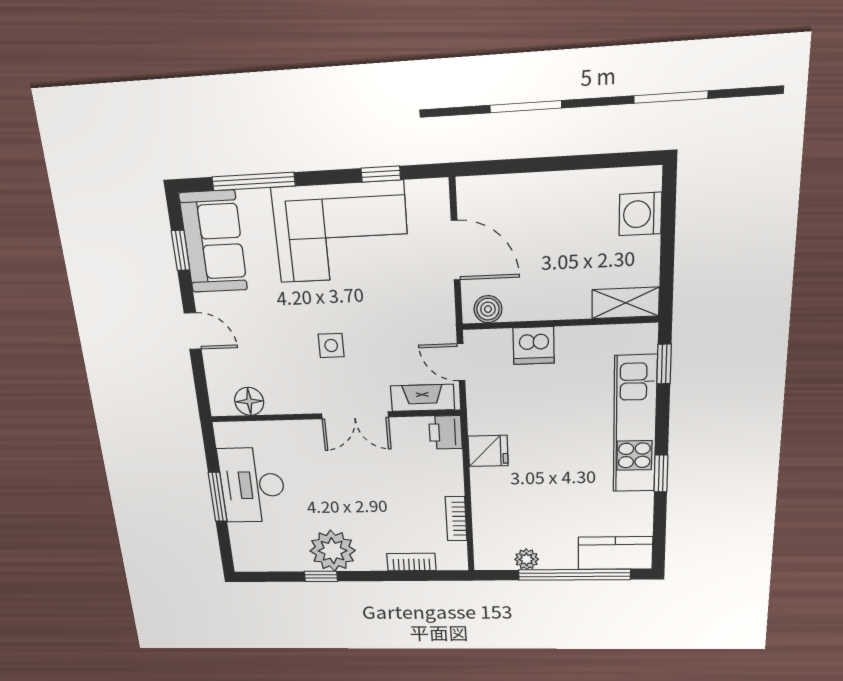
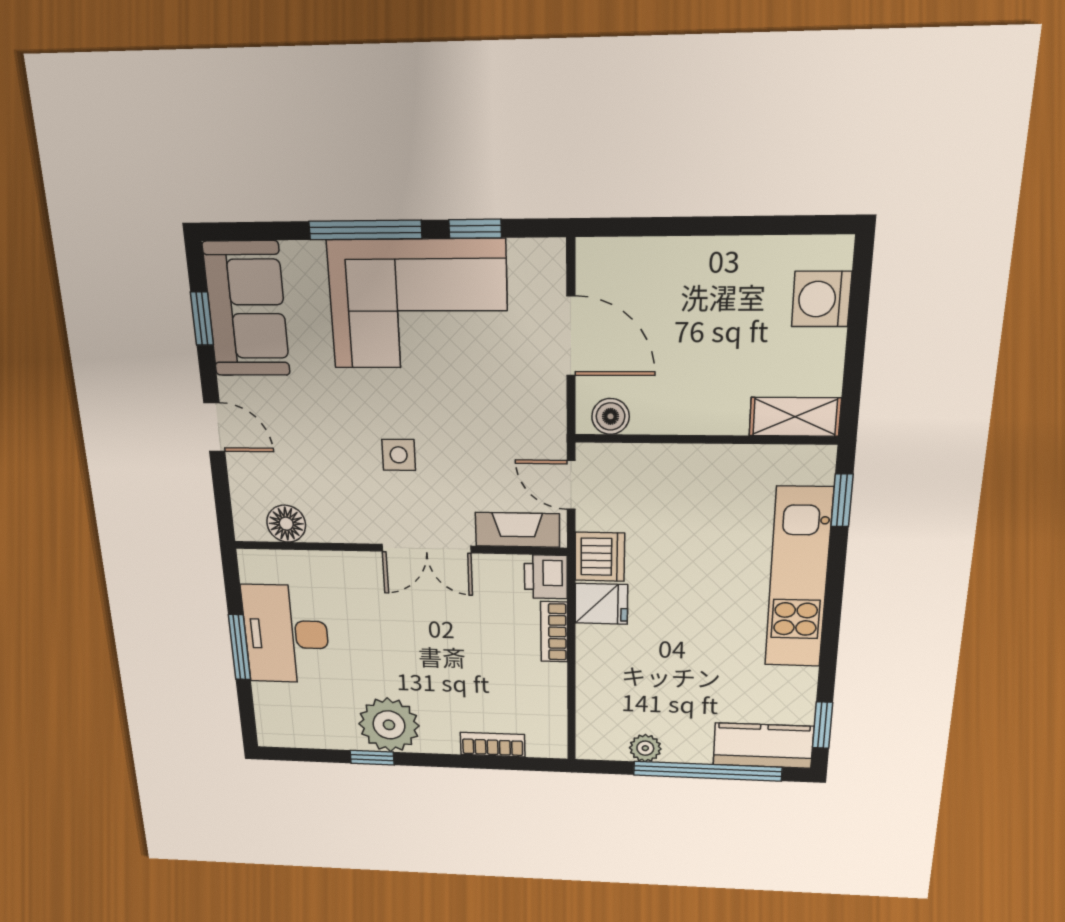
window: (253, 181) -> (365, 230), moved
dishwasher: (534, 346) -> (600, 557), moved, turned -90
window: (661, 473) -> (823, 725), moved
bookcase: (456, 519) -> (554, 632), moved

